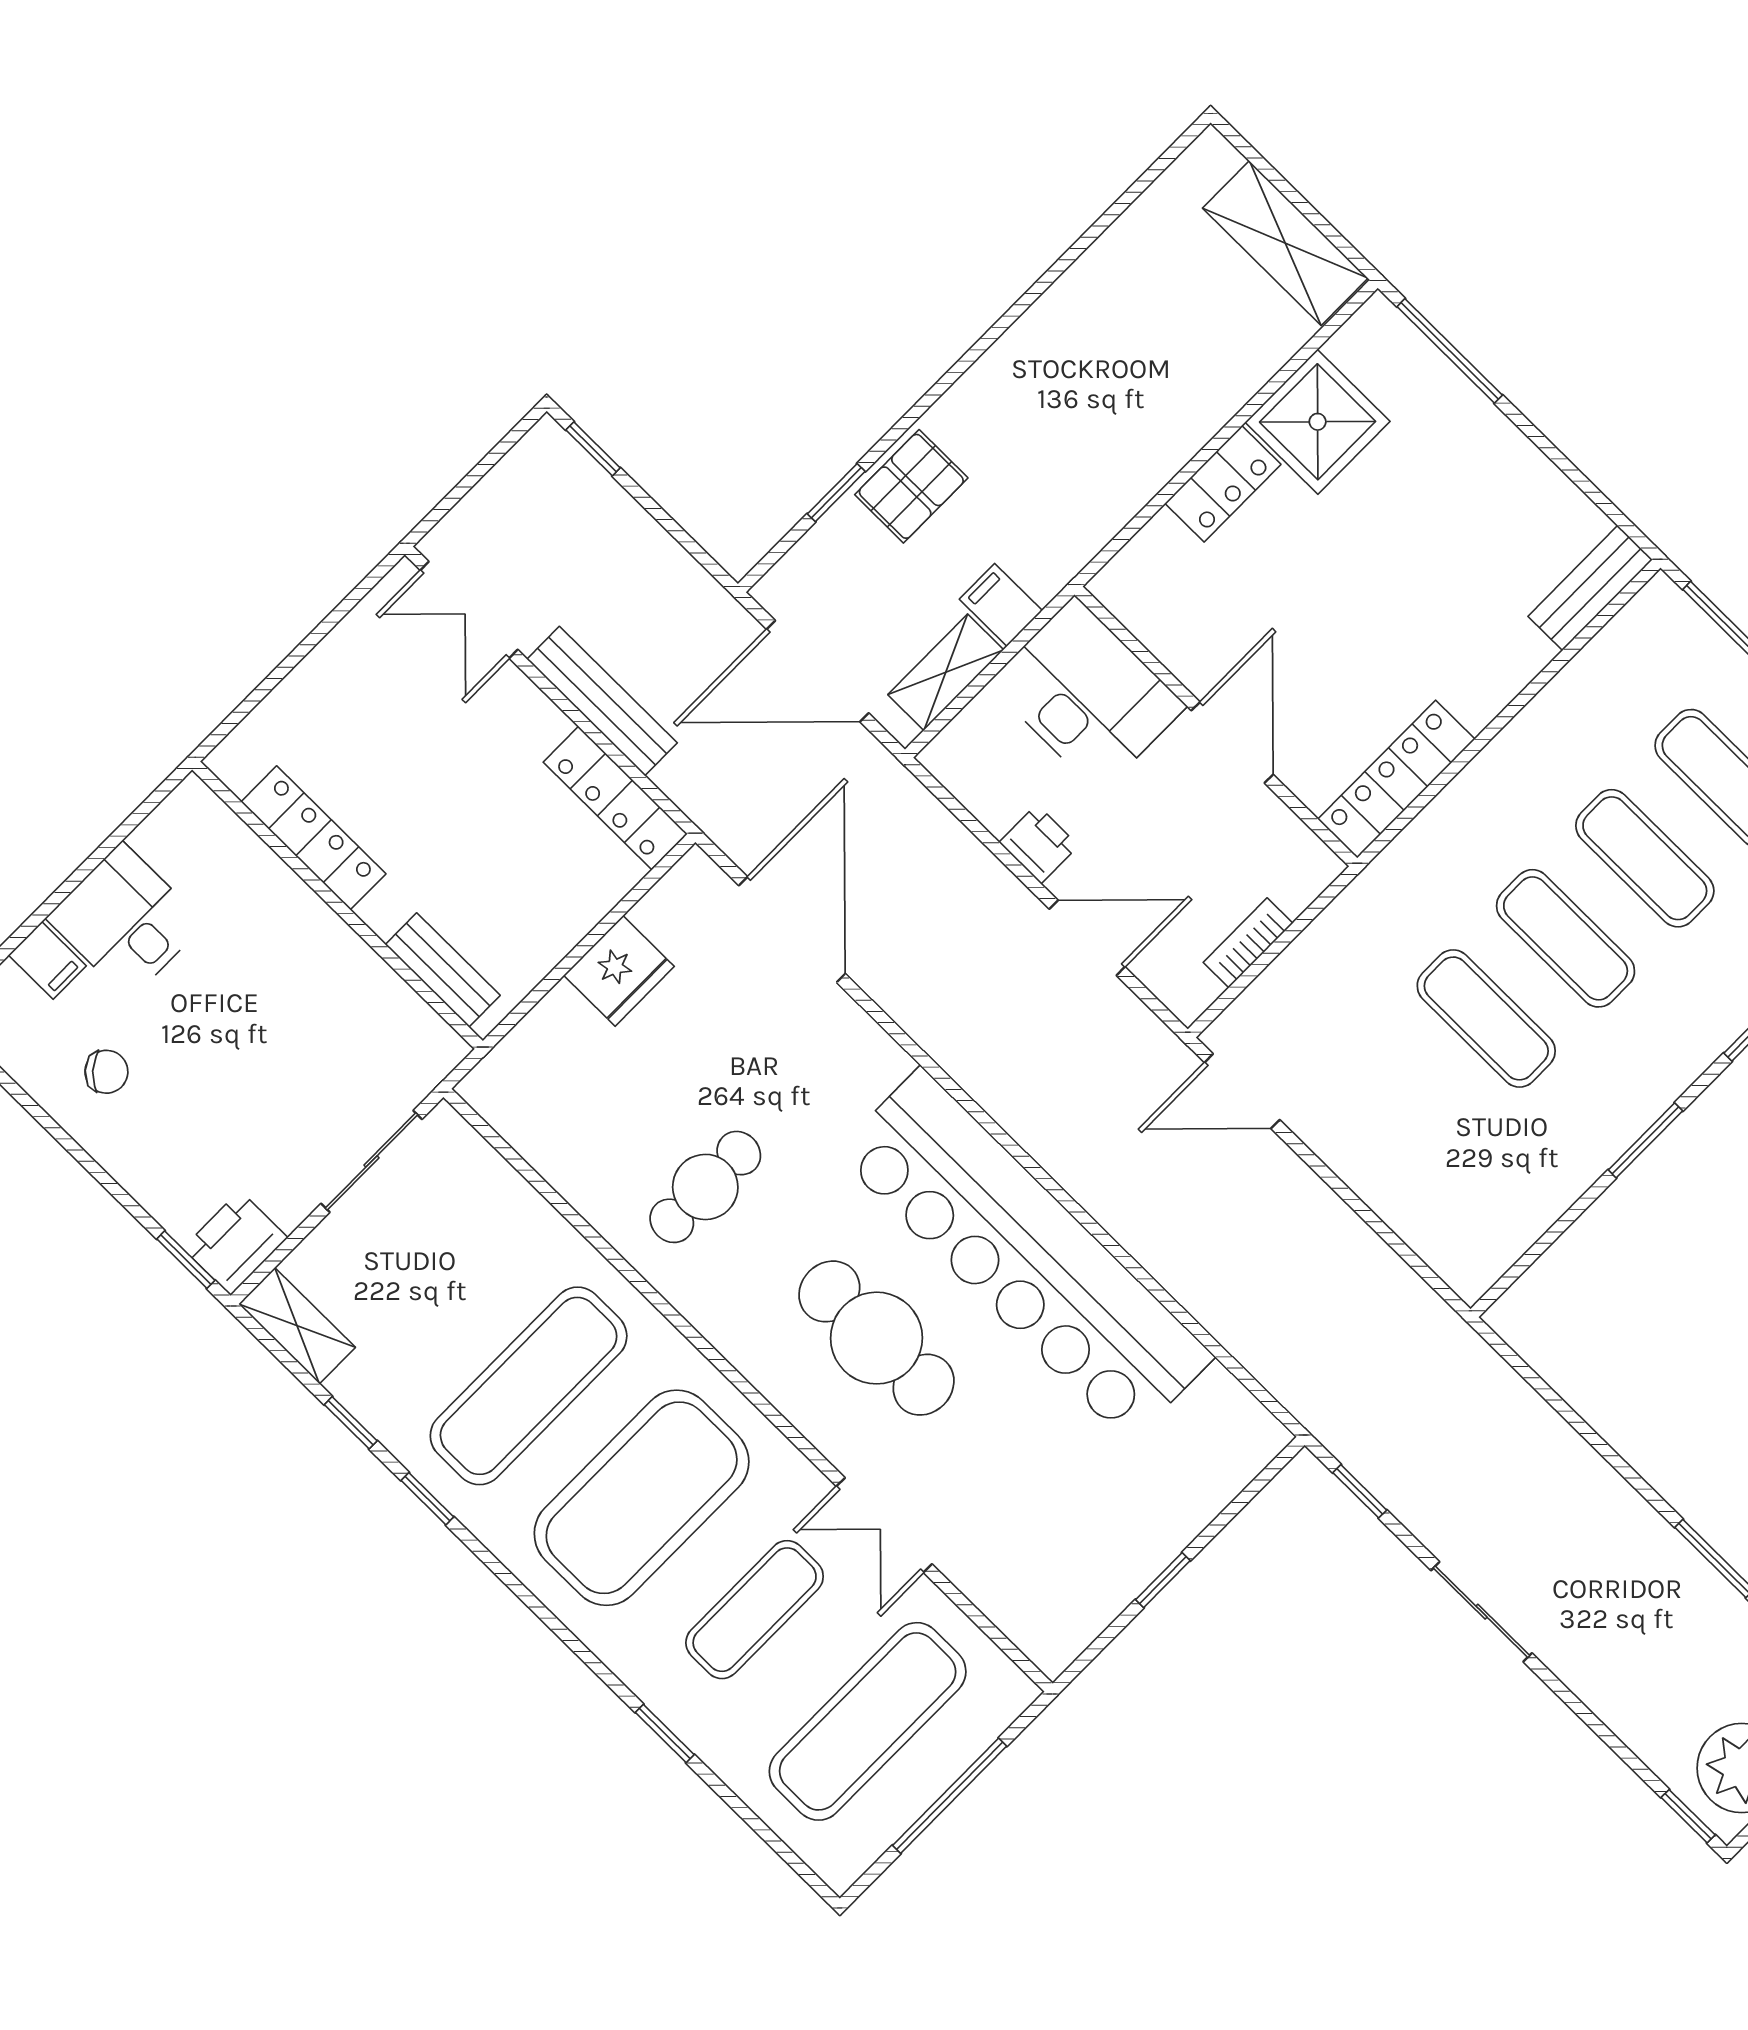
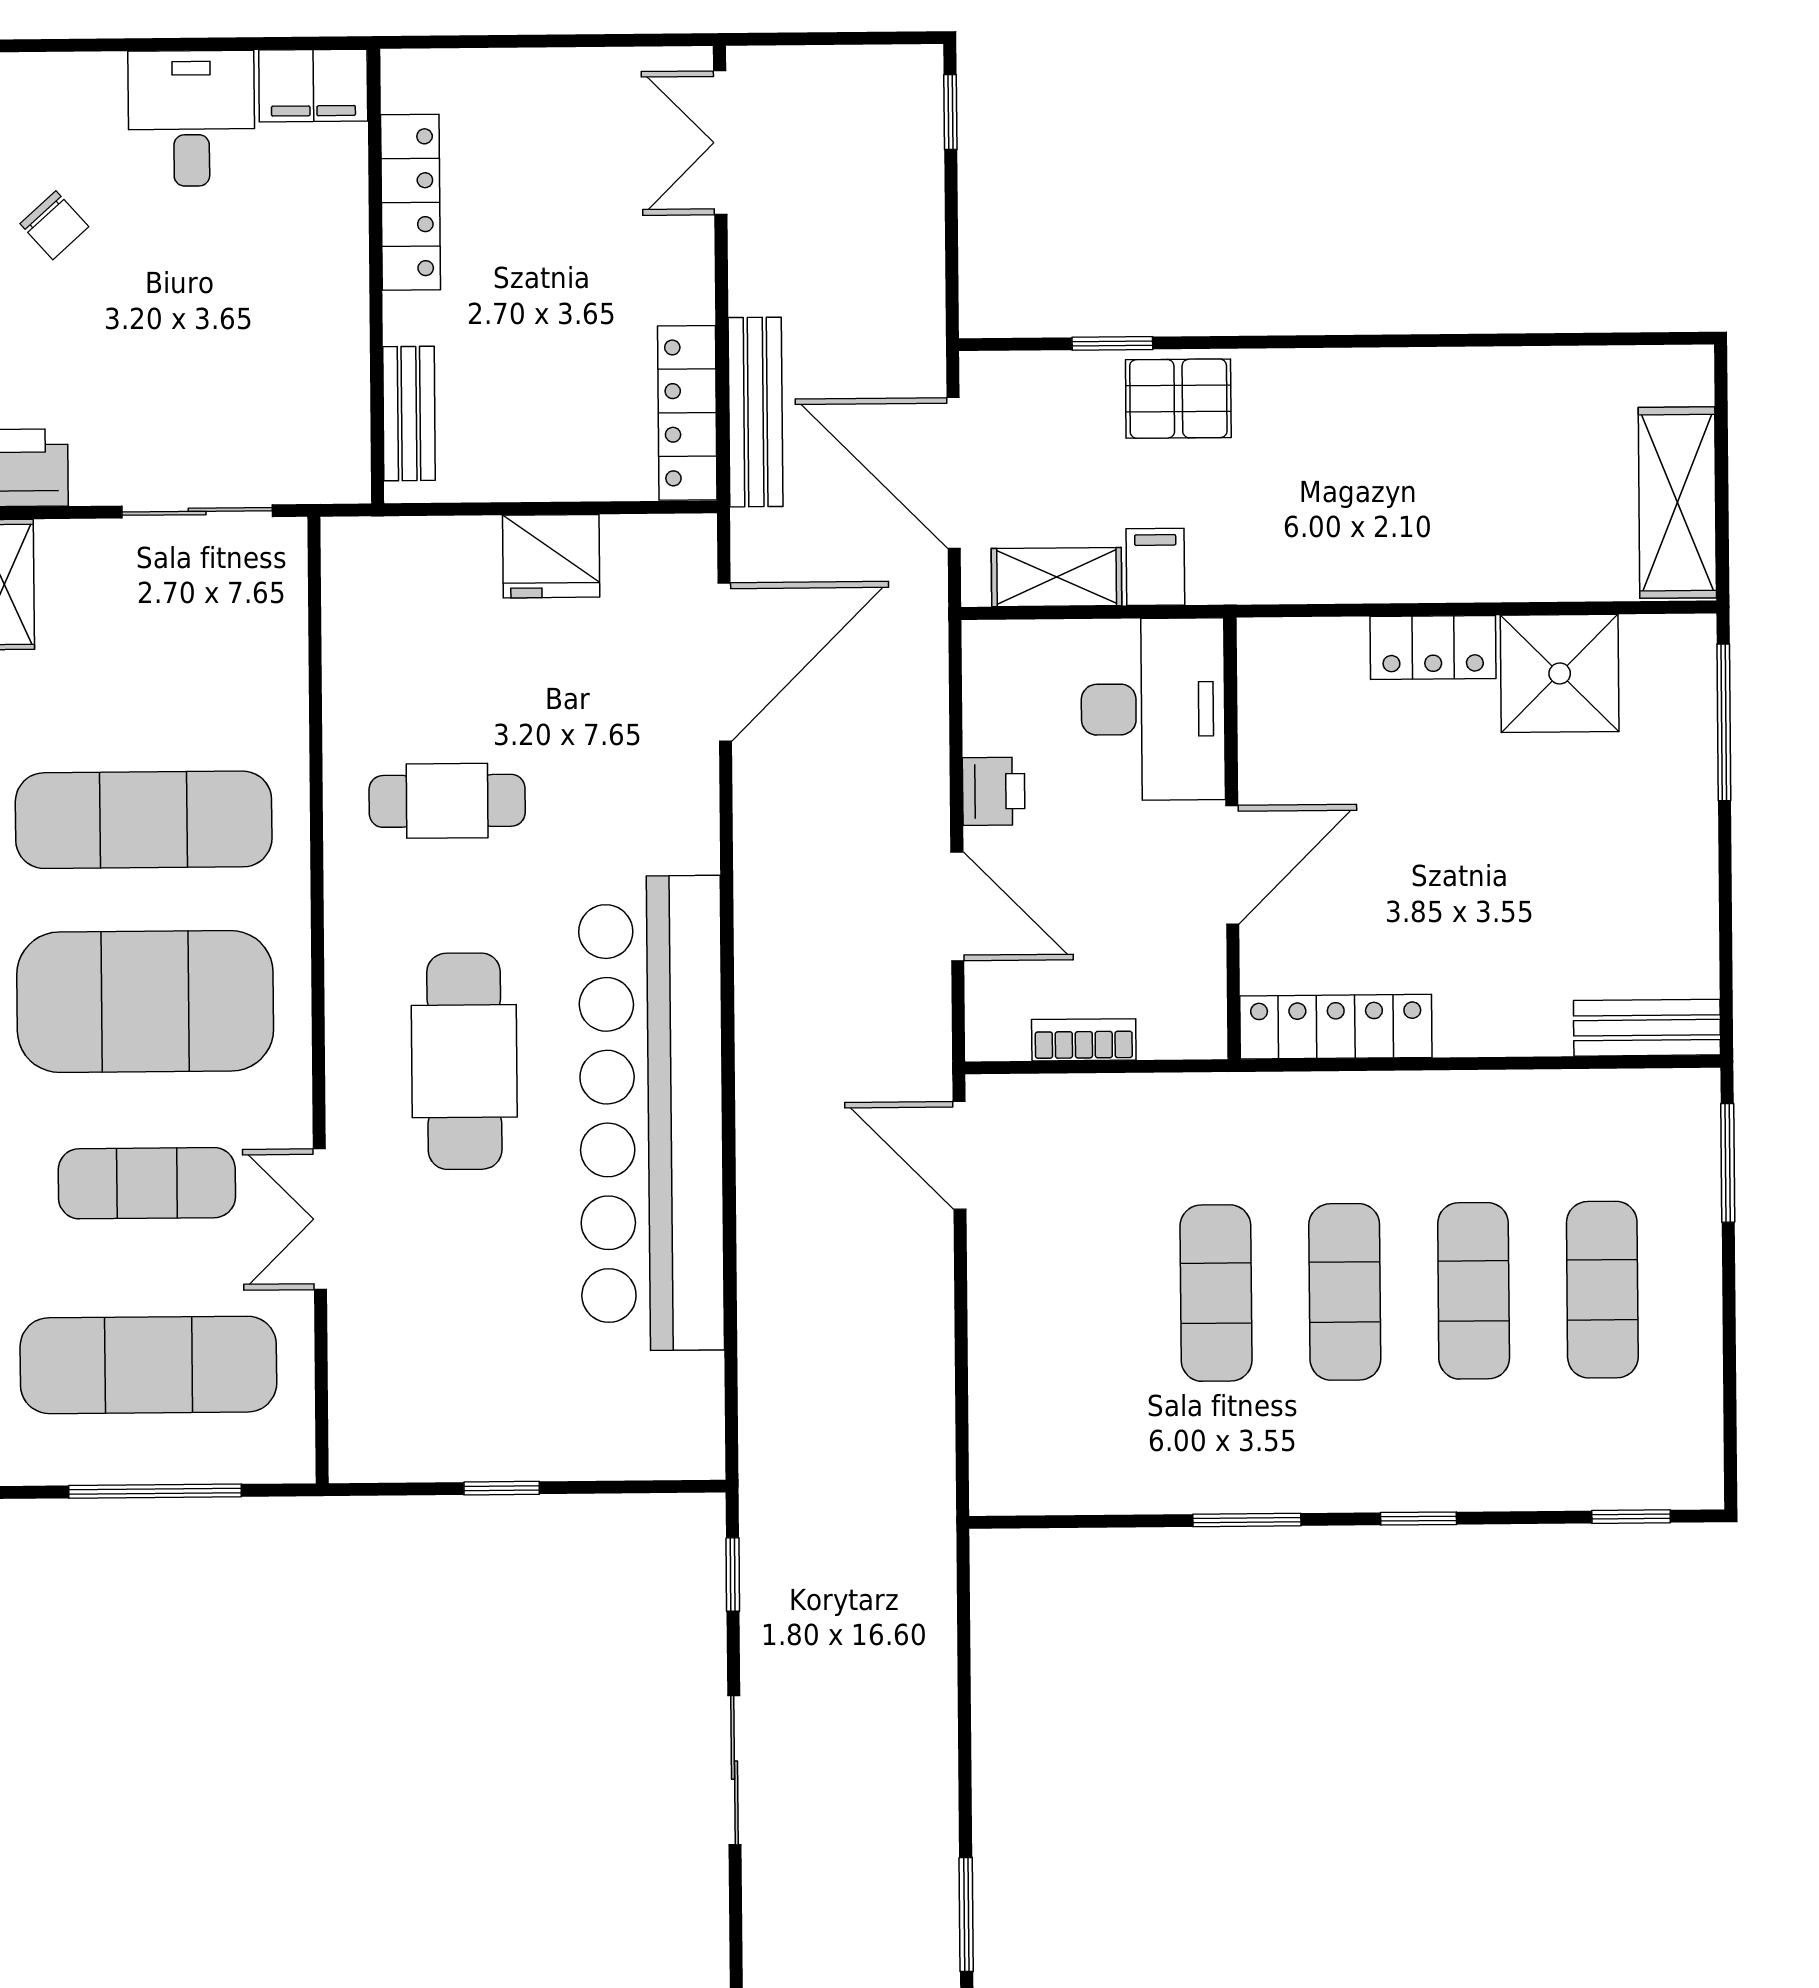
bench: (602, 701) -> (756, 412), moved
filing cabinet: (47, 960) -> (313, 86), moved, width x2.00

